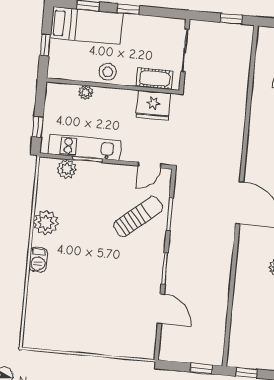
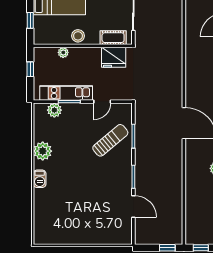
window: (38, 127) -> (30, 69), moved
door: (149, 165) -> (102, 102), moved

